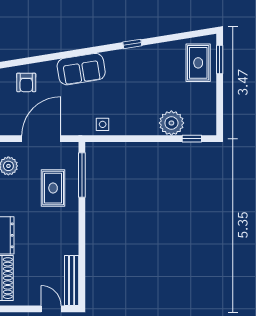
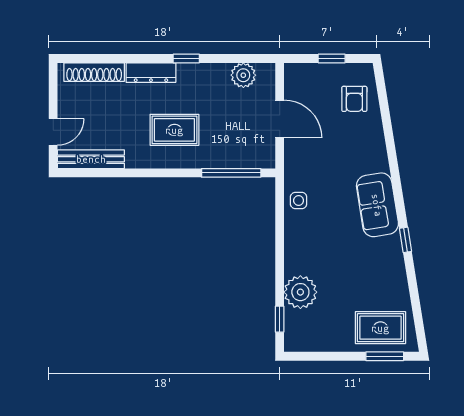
sofa: (81, 69) -> (377, 205), moved
armchair: (26, 82) -> (354, 99), turned -90
door: (41, 139) -> (280, 119), width x0.73
rug: (53, 188) -> (174, 130), moved

